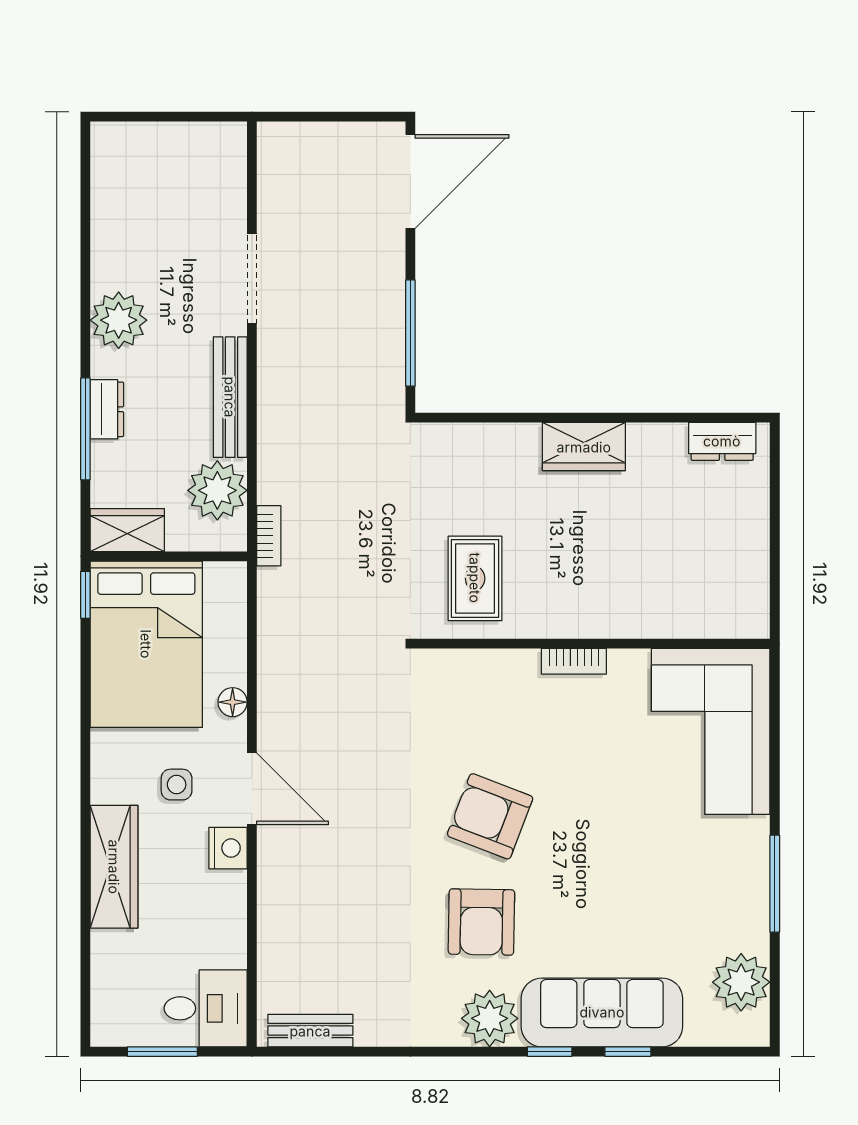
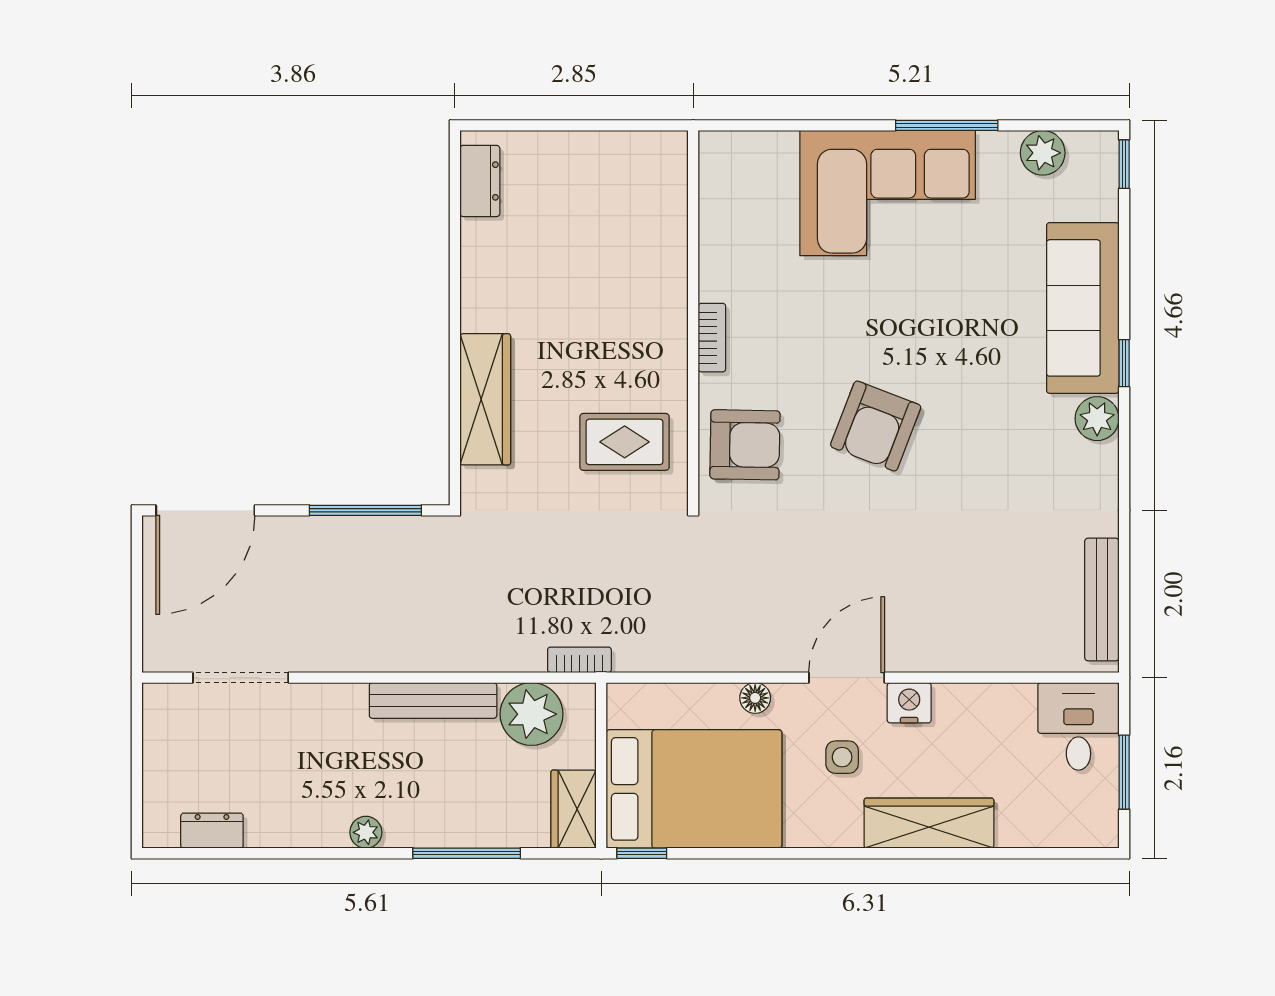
door: (410, 181) -> (205, 510), swing flipped
doorway: (252, 278) -> (241, 678), moved
plant: (119, 320) -> (366, 832), width x0.53, depth x0.53
dresser: (107, 409) -> (212, 831), moved
wardrobe: (584, 447) -> (485, 399), moved, width x1.50
corner sofa: (711, 731) -> (888, 193), moved
armchair: (481, 922) -> (745, 445), moved
plant: (741, 982) -> (1043, 153), width x0.73, depth x0.73
plant: (490, 1018) -> (1097, 419), width x0.73, depth x0.73
bench: (310, 1031) -> (1102, 600), width x1.36
window: (628, 1052) -> (1124, 164), moved

